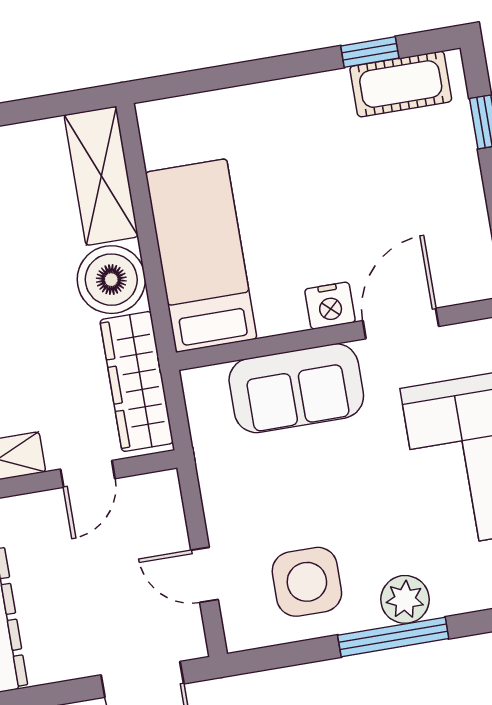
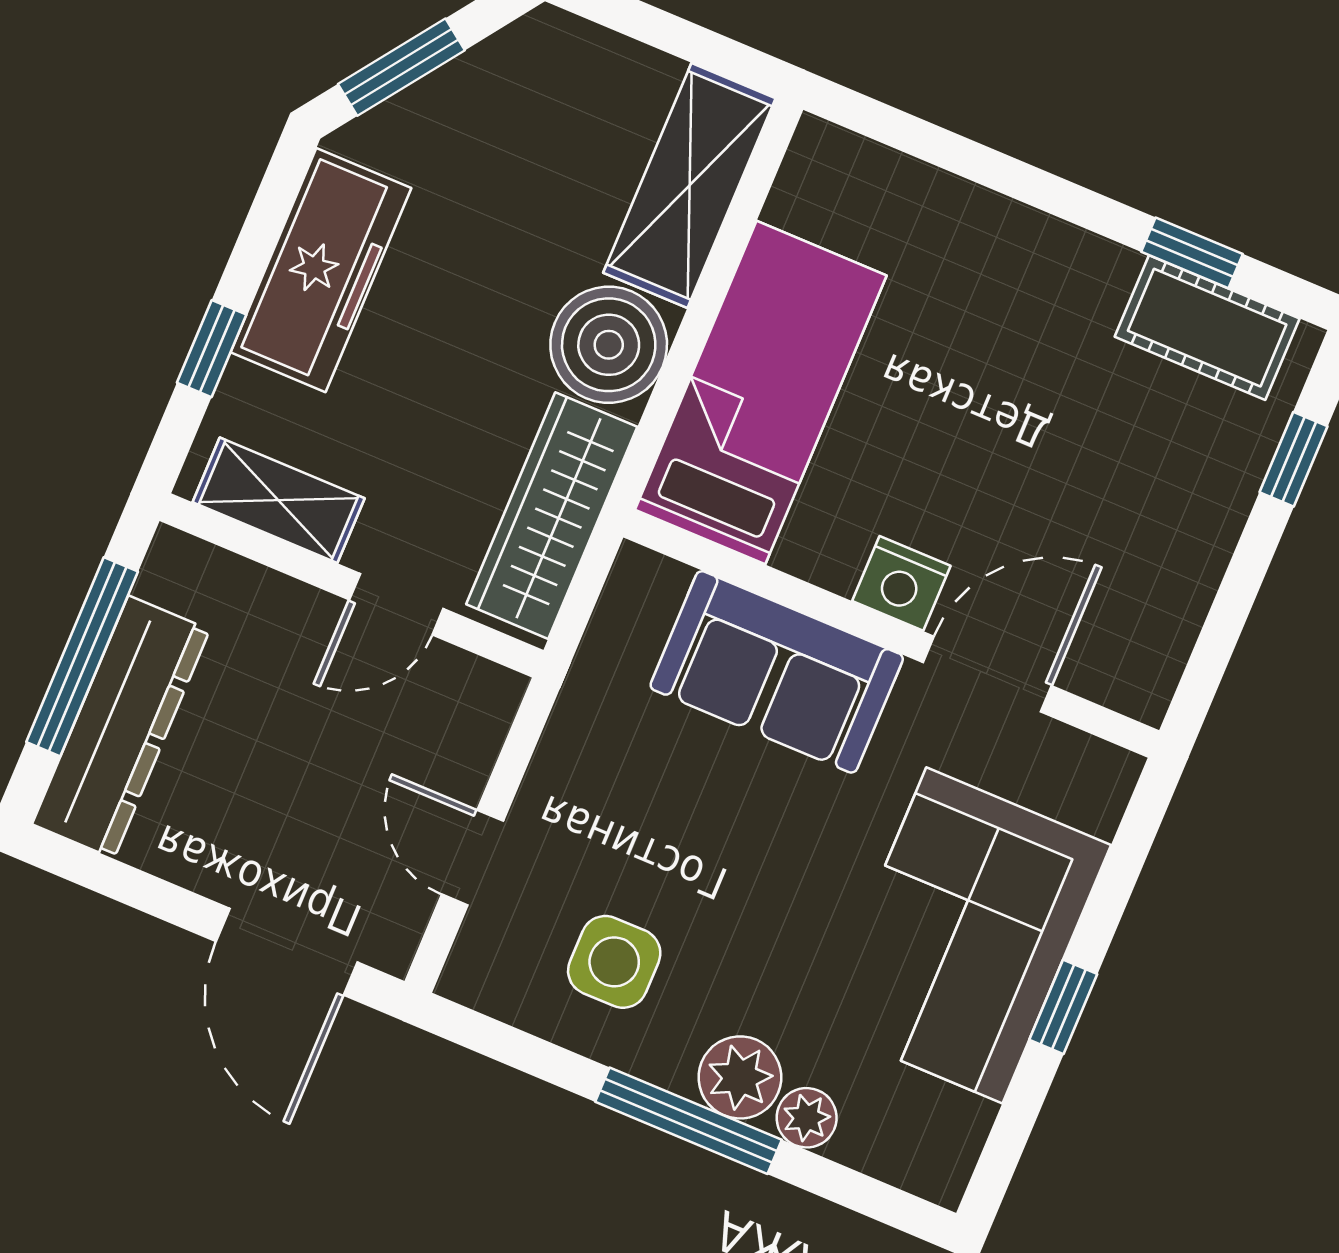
side table: (307, 582) -> (614, 962), width x0.73, depth x0.73
plant: (450, 598) -> (807, 1118), added

